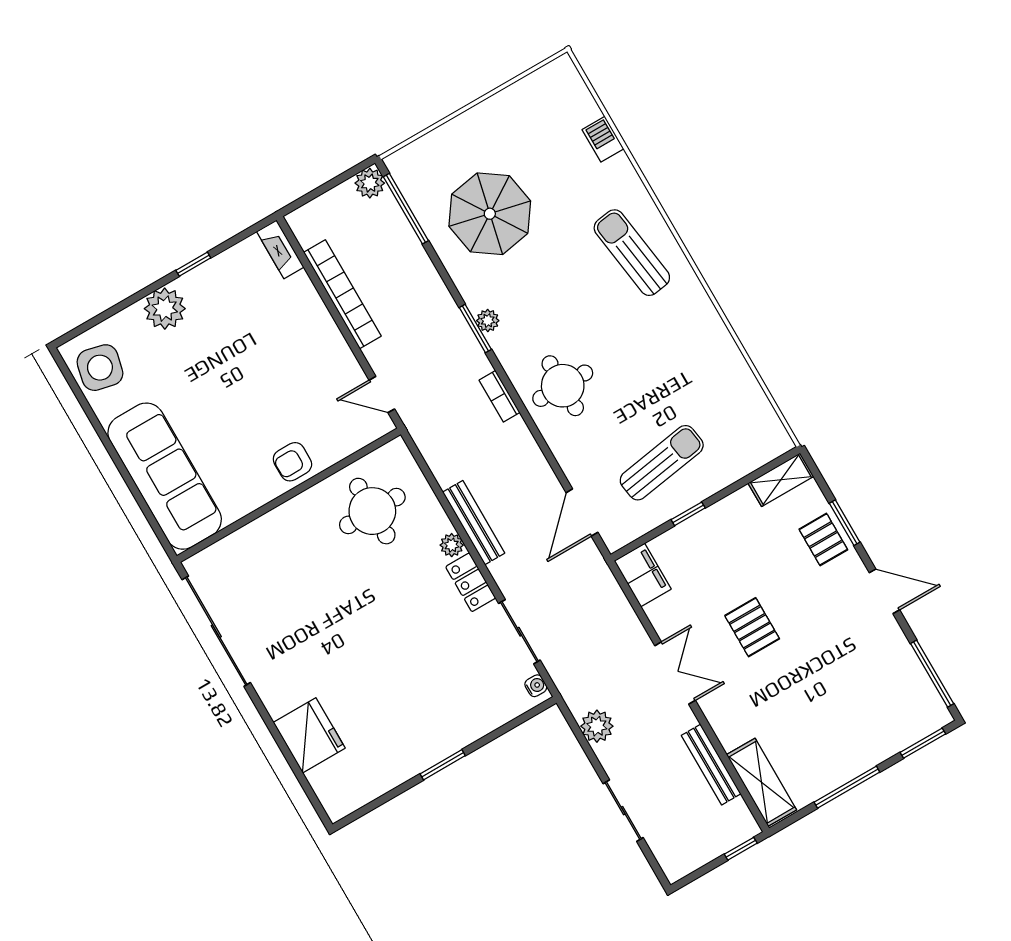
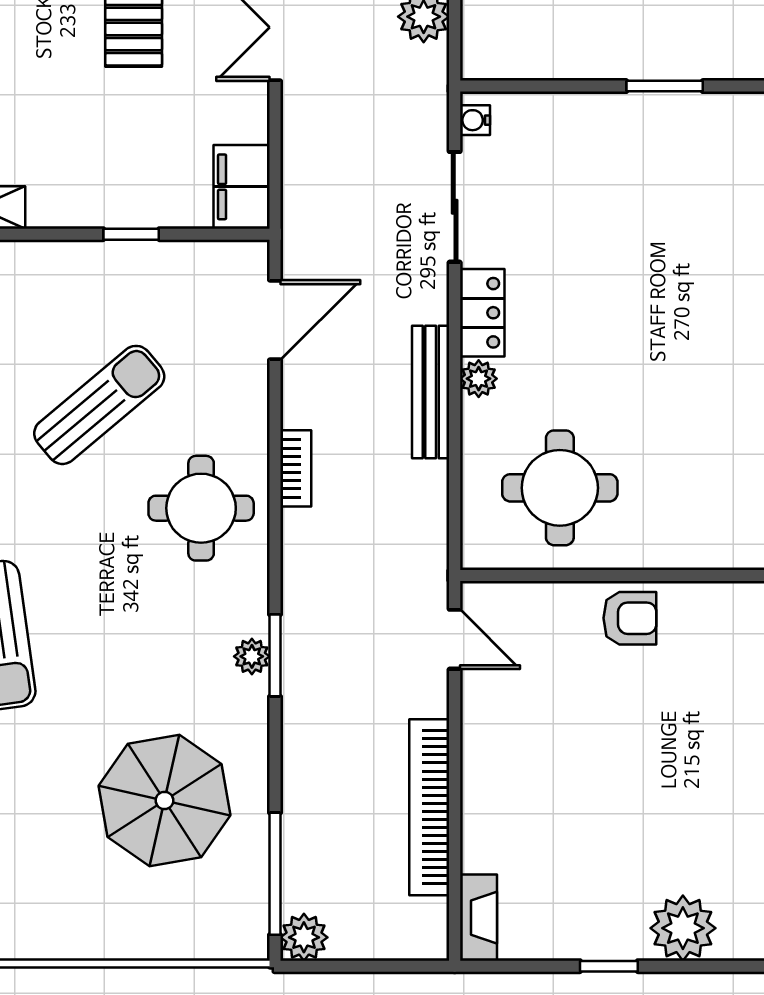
bookcase: (499, 396) -> (296, 468), moved
sun lounger: (662, 463) -> (99, 405), moved, turned 149

